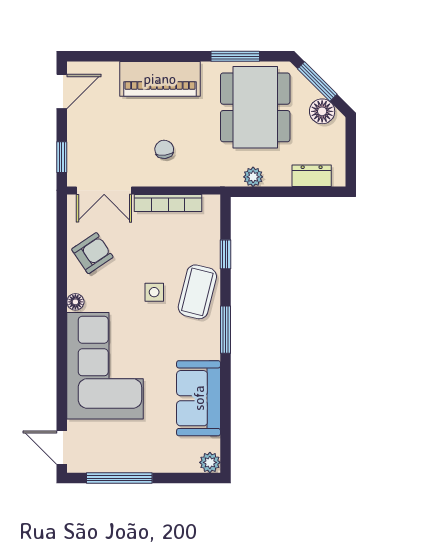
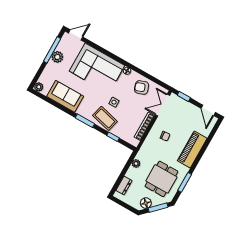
dining table: (255, 107) -> (161, 179), width x0.73
armchair: (92, 253) -> (142, 87), turned 105
plant: (127, 459) -> (57, 57), added

